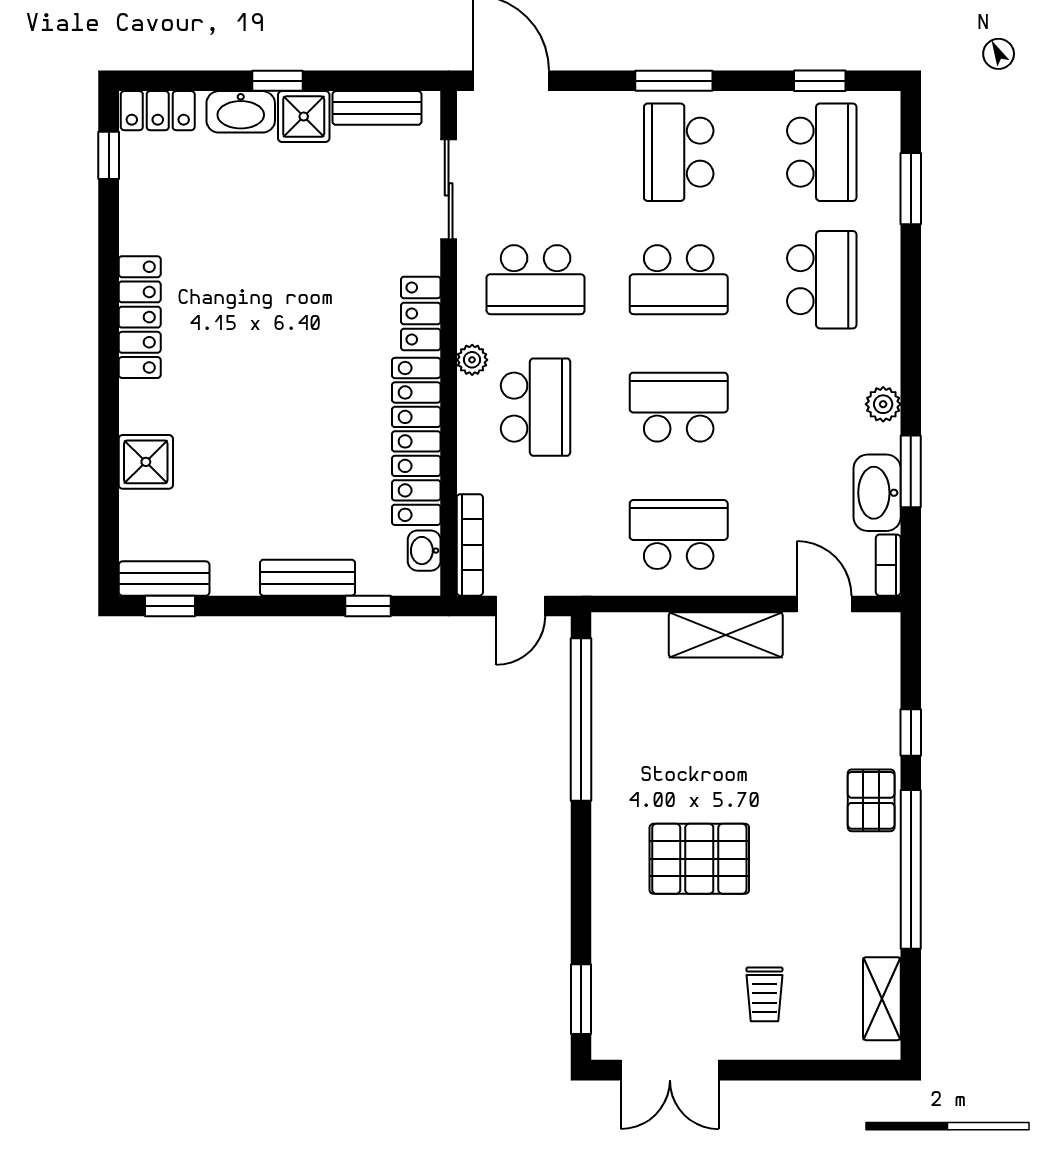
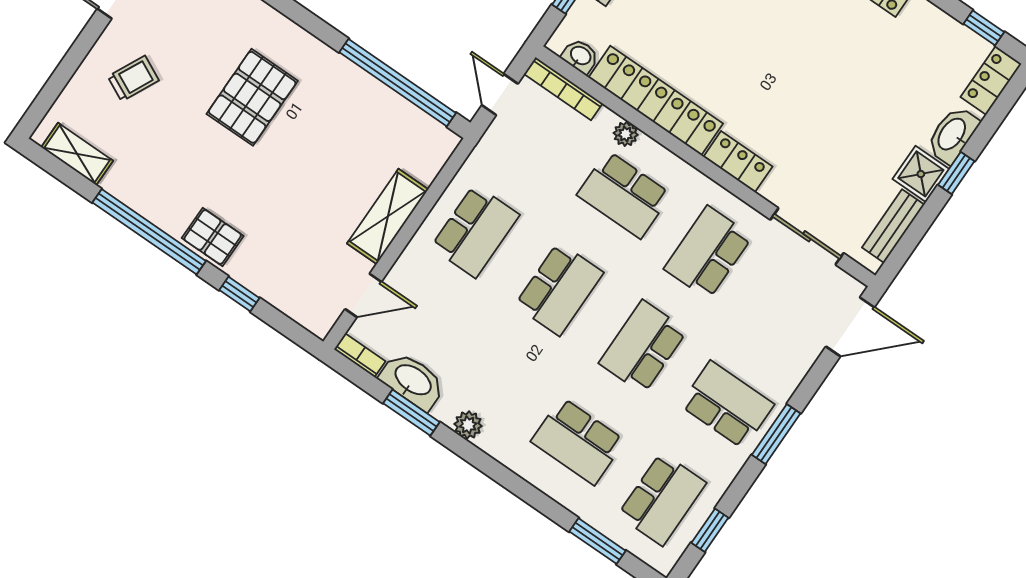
school desk: (822, 152) -> (662, 499), turned -90
plant: (472, 360) -> (626, 134), moved
trolley: (764, 994) -> (133, 79), turned 116

